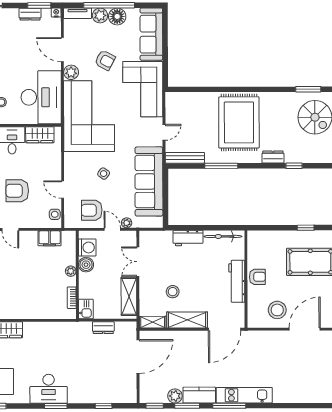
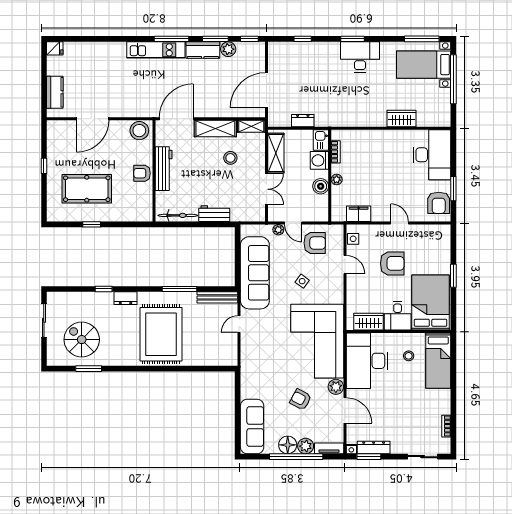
dresser: (30, 14) -> (374, 448), width x1.44
corner sofa: (143, 89) -> (261, 369), removed
washing machine: (87, 247) -> (319, 160), moved
stool: (277, 310) -> (139, 131), moved

